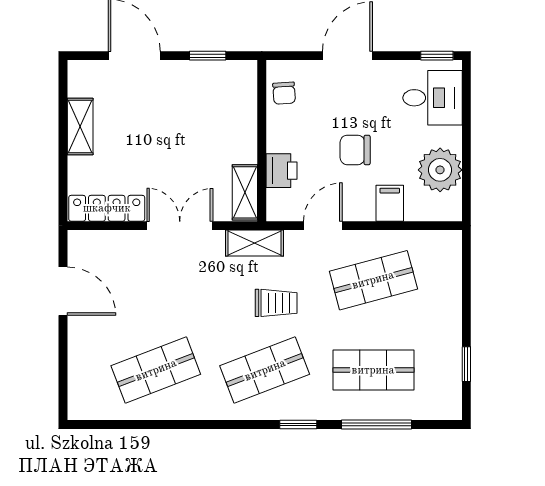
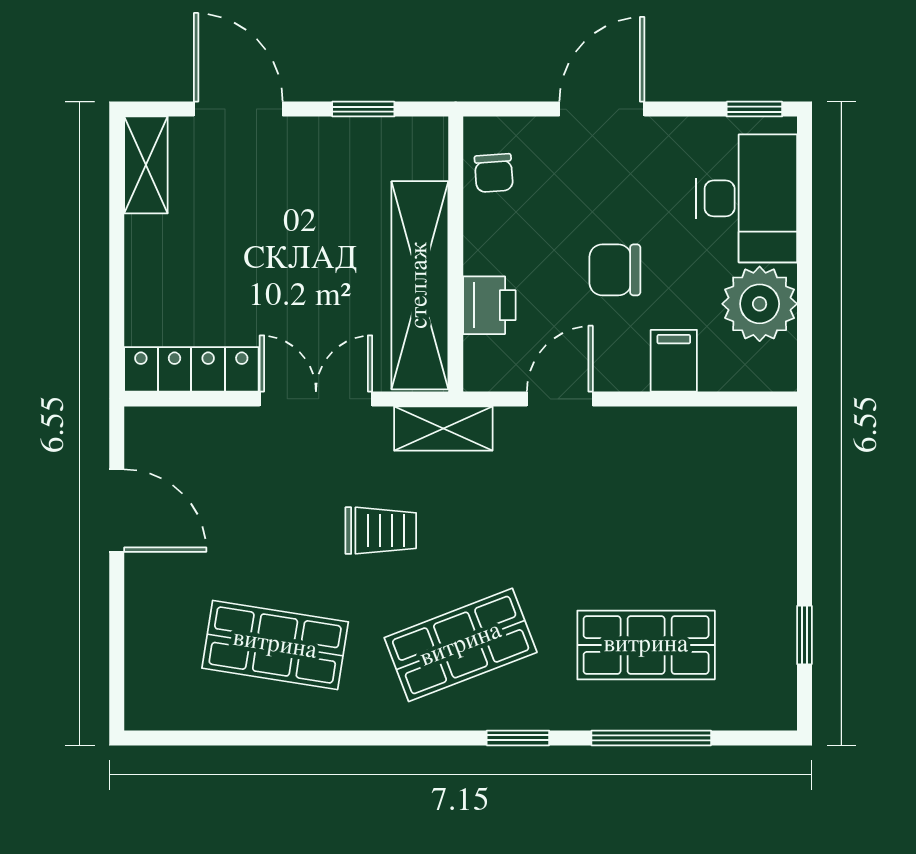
desk: (433, 98) -> (747, 198), width x1.37
shelving: (80, 127) -> (146, 165), moved
shelving: (245, 192) -> (420, 285), width x2.20, depth x1.33
shop shelf: (373, 280) -> (646, 492), removed
trolley: (276, 303) -> (381, 531), moved
shop shelf: (156, 370) -> (275, 645), turned 30

